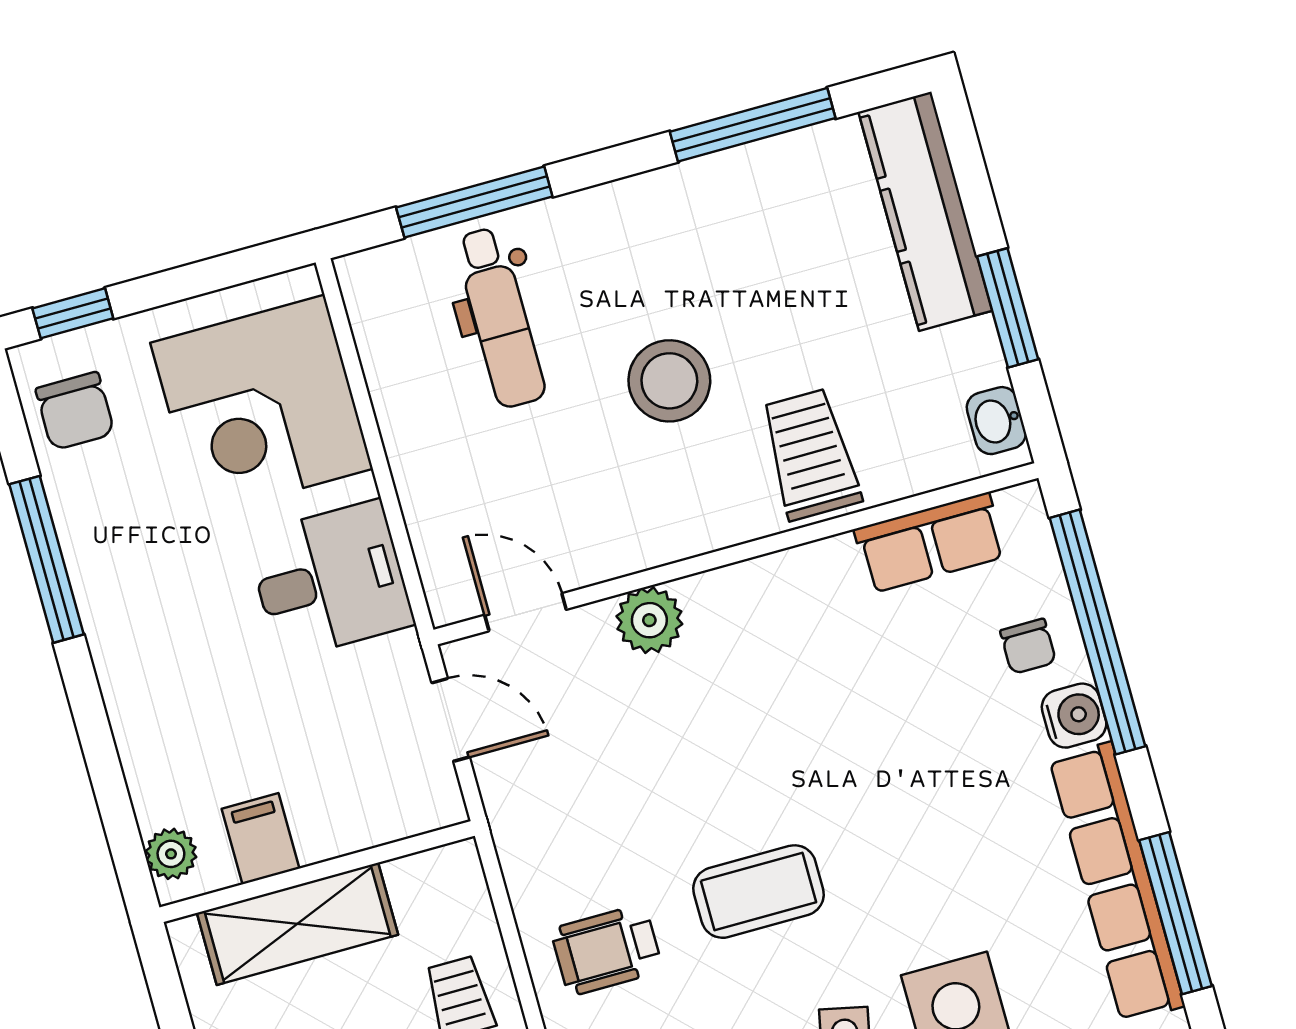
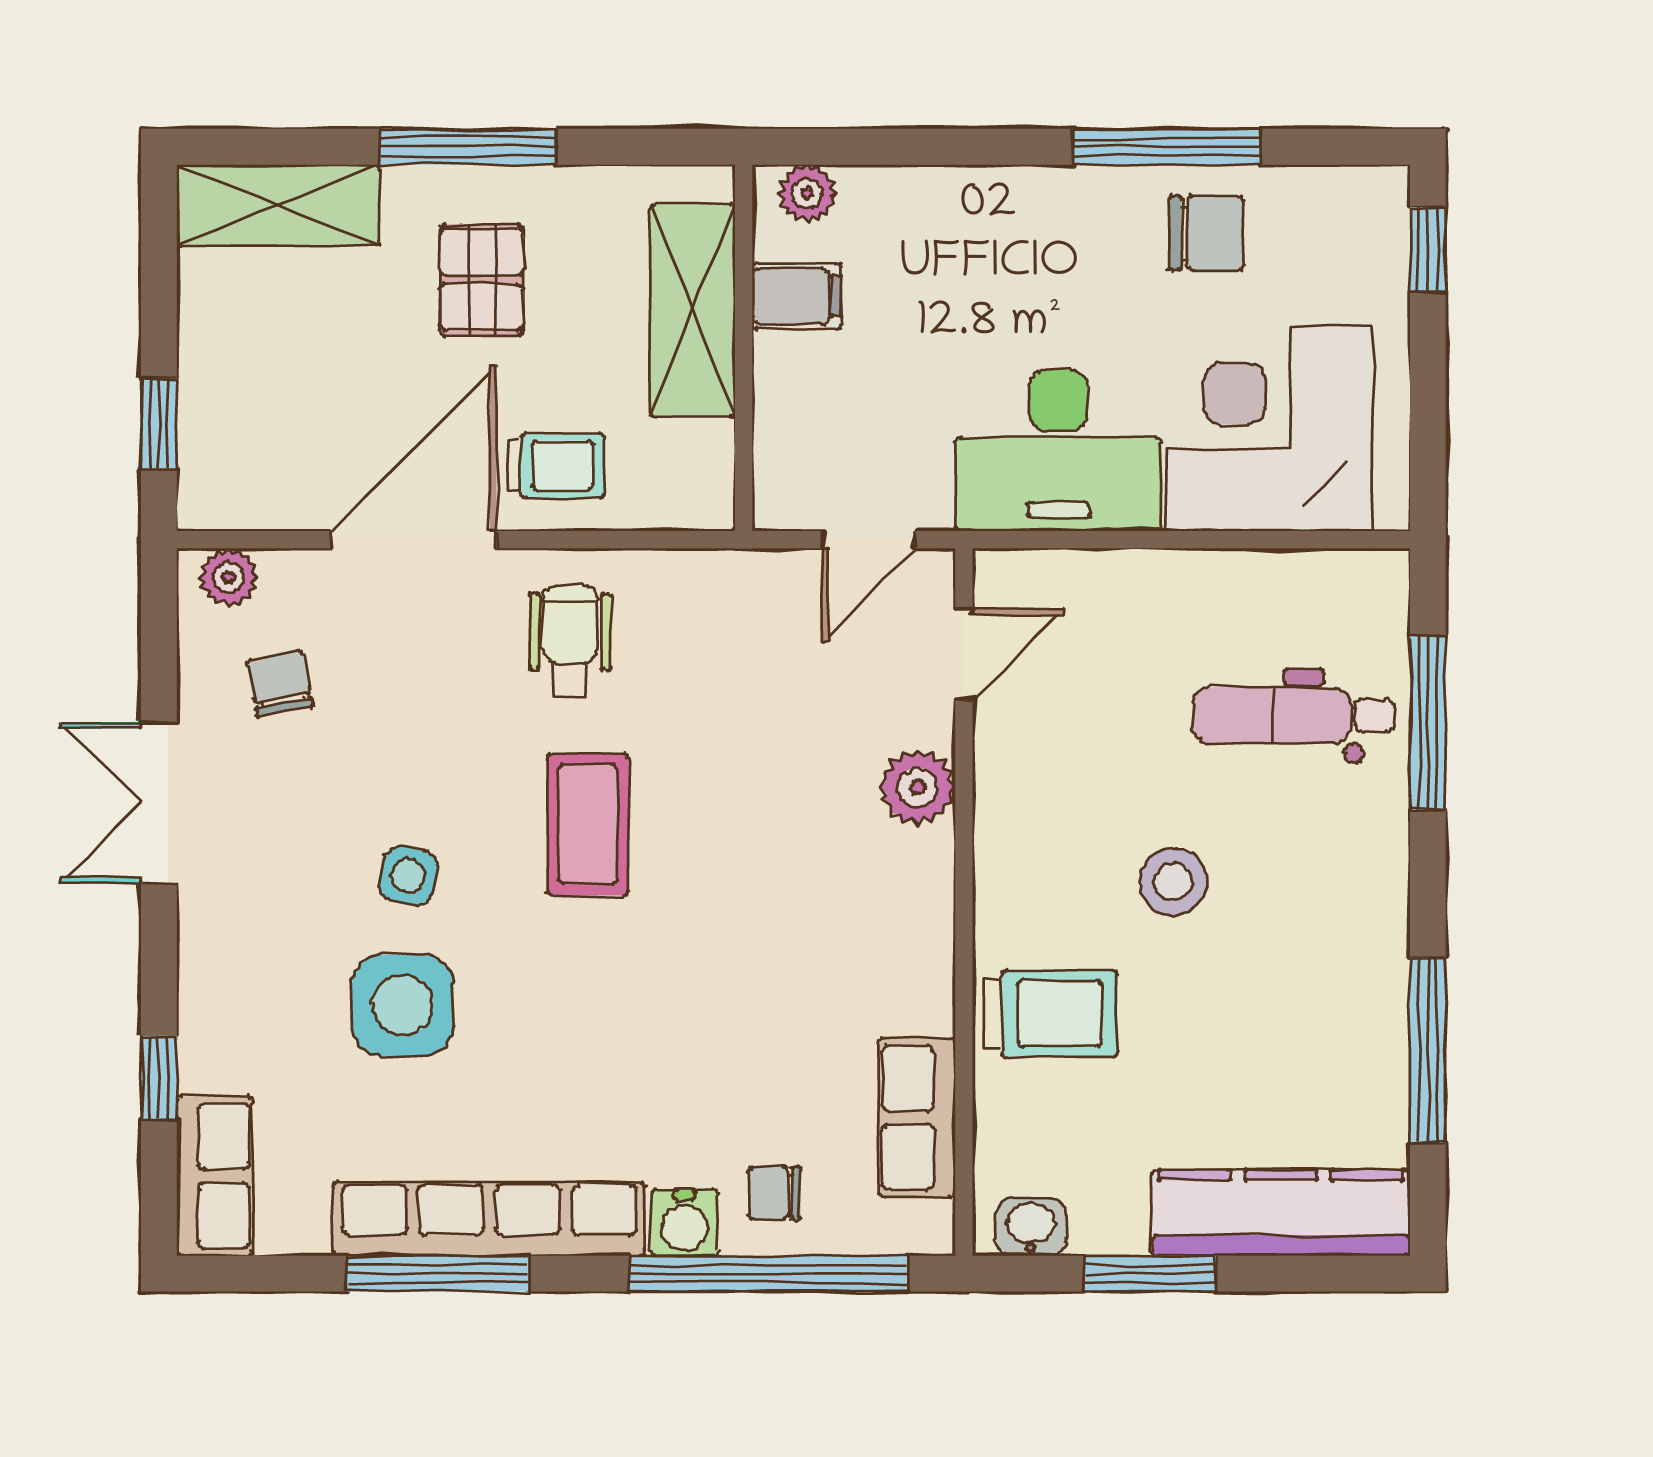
stool: (669, 381) -> (1173, 882), width x0.73, depth x0.73
chair: (75, 411) -> (1206, 233), moved, turned 180
desk: (330, 580) -> (1058, 450), width x1.37

